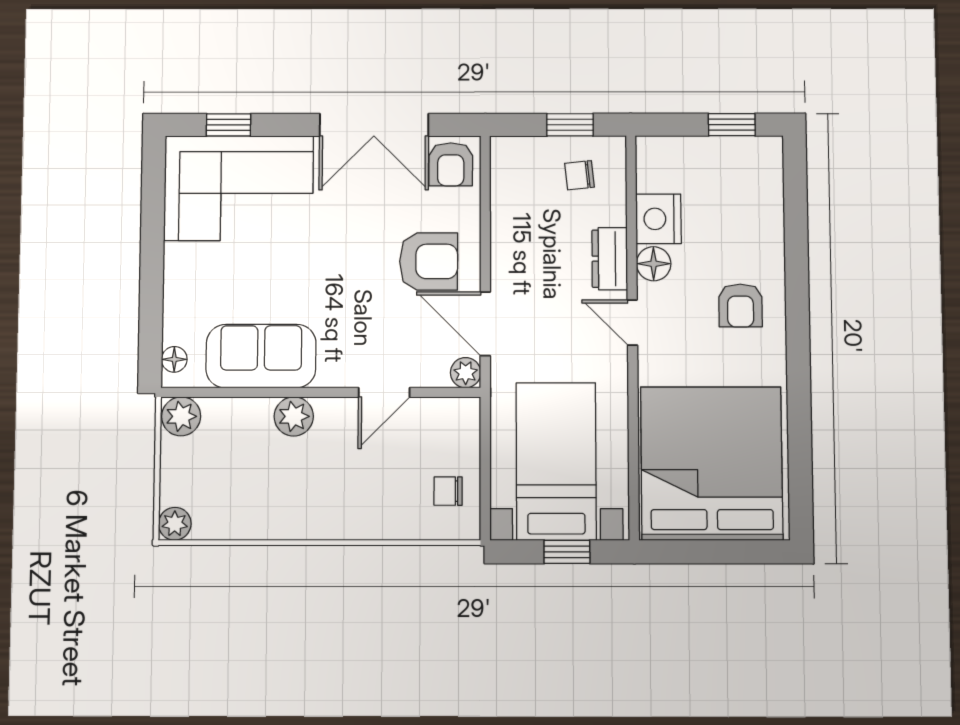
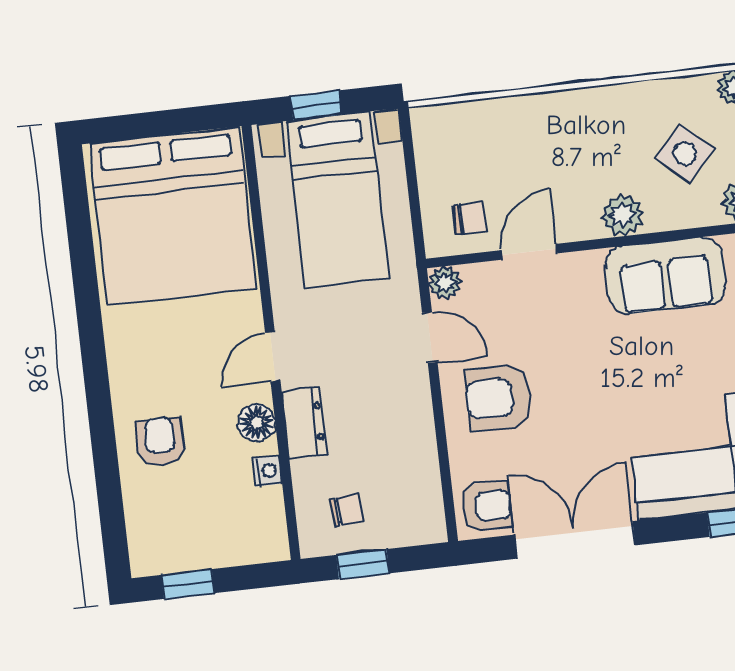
armchair: (451, 164) -> (487, 506), turned 90
nightstand: (659, 219) -> (267, 471), width x0.53, depth x0.56
armchair: (740, 305) -> (160, 442), moved
door: (632, 323) -> (273, 357), swing flipped
door: (485, 324) -> (430, 337), width x0.73
side table: (229, 467) -> (685, 154), added
chair: (448, 491) -> (469, 218), moved

